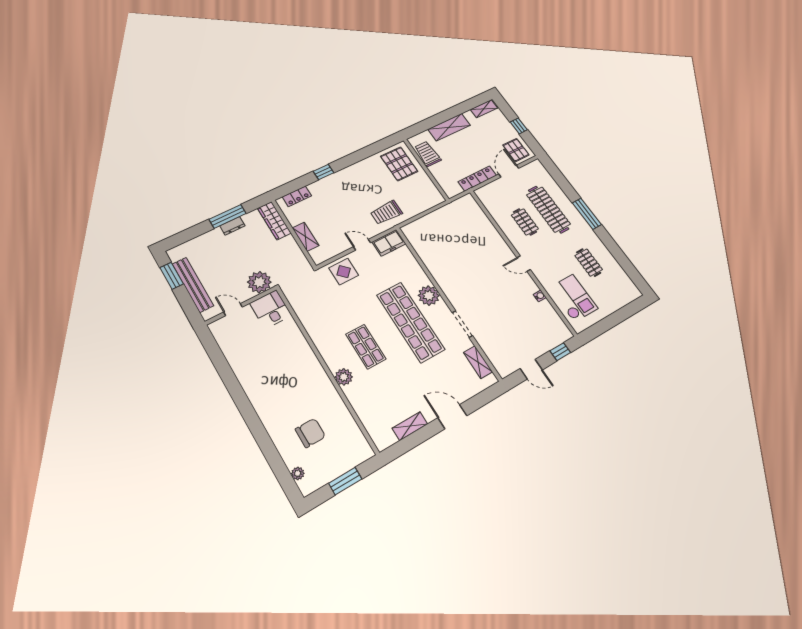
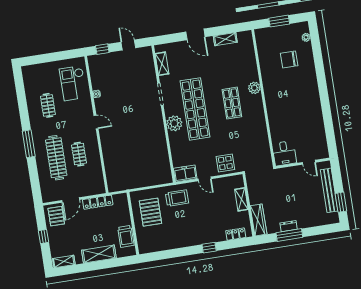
pallet: (399, 164) -> (150, 212), moved
plant: (259, 282) -> (285, 176), removed

